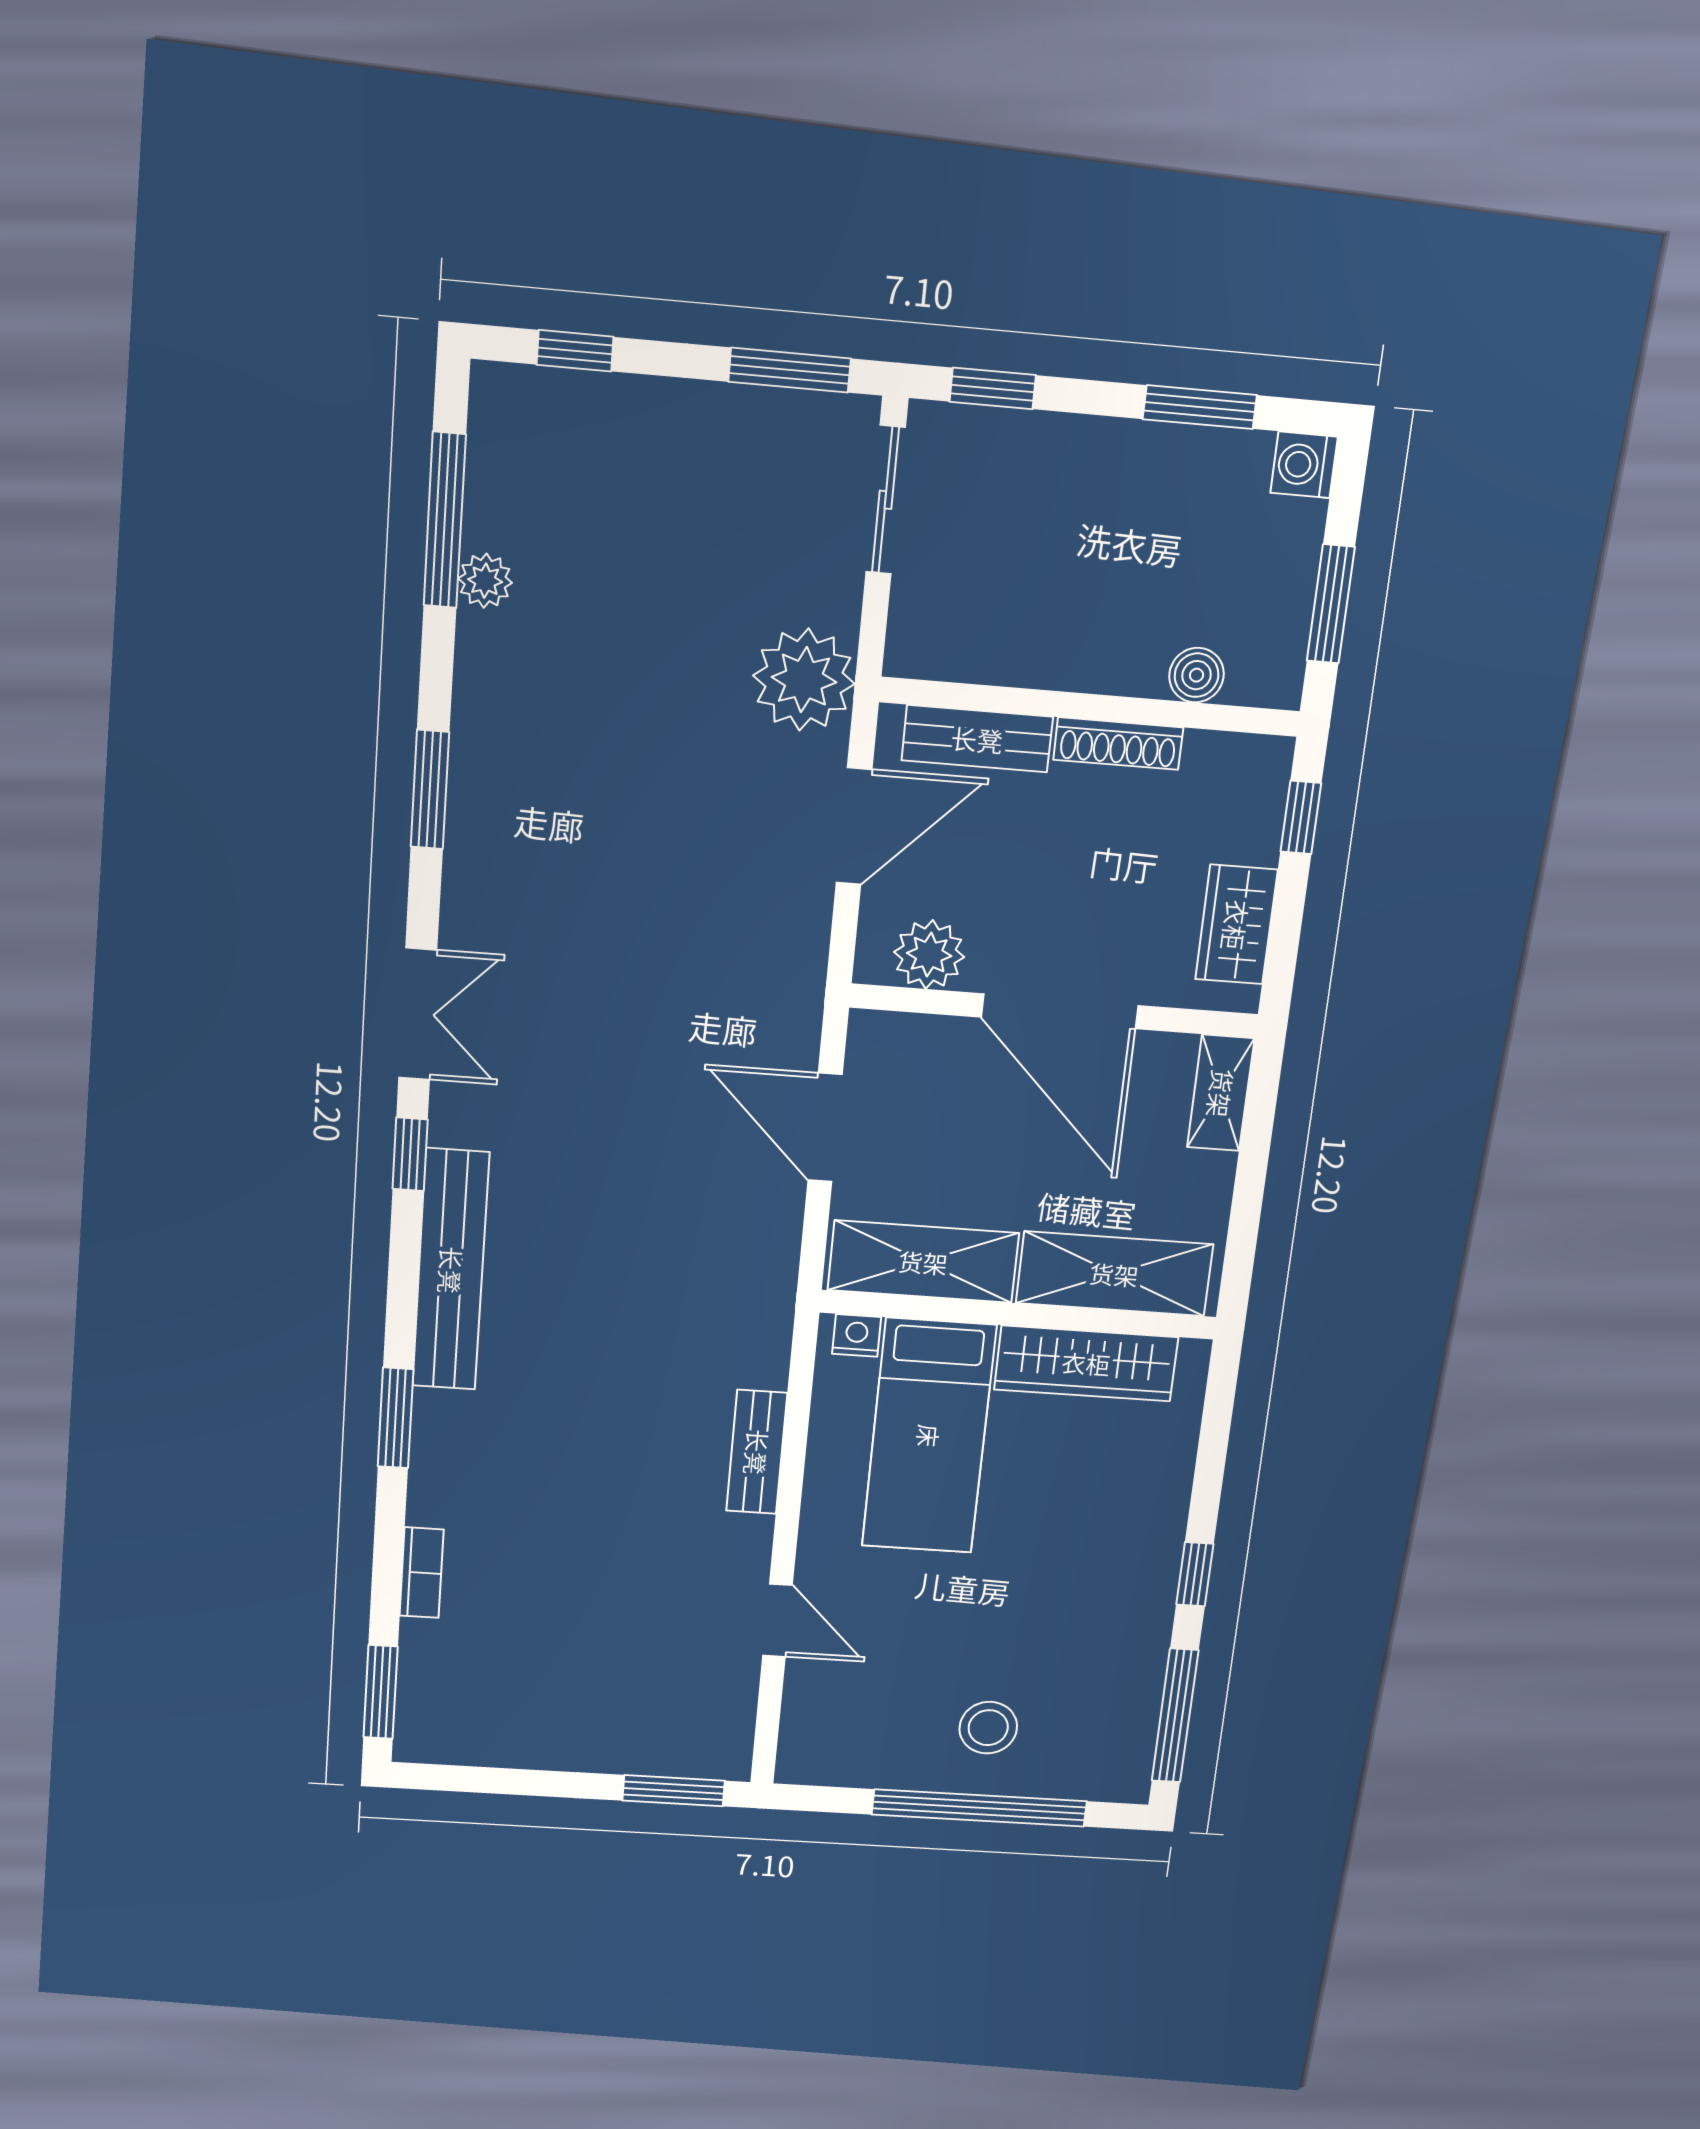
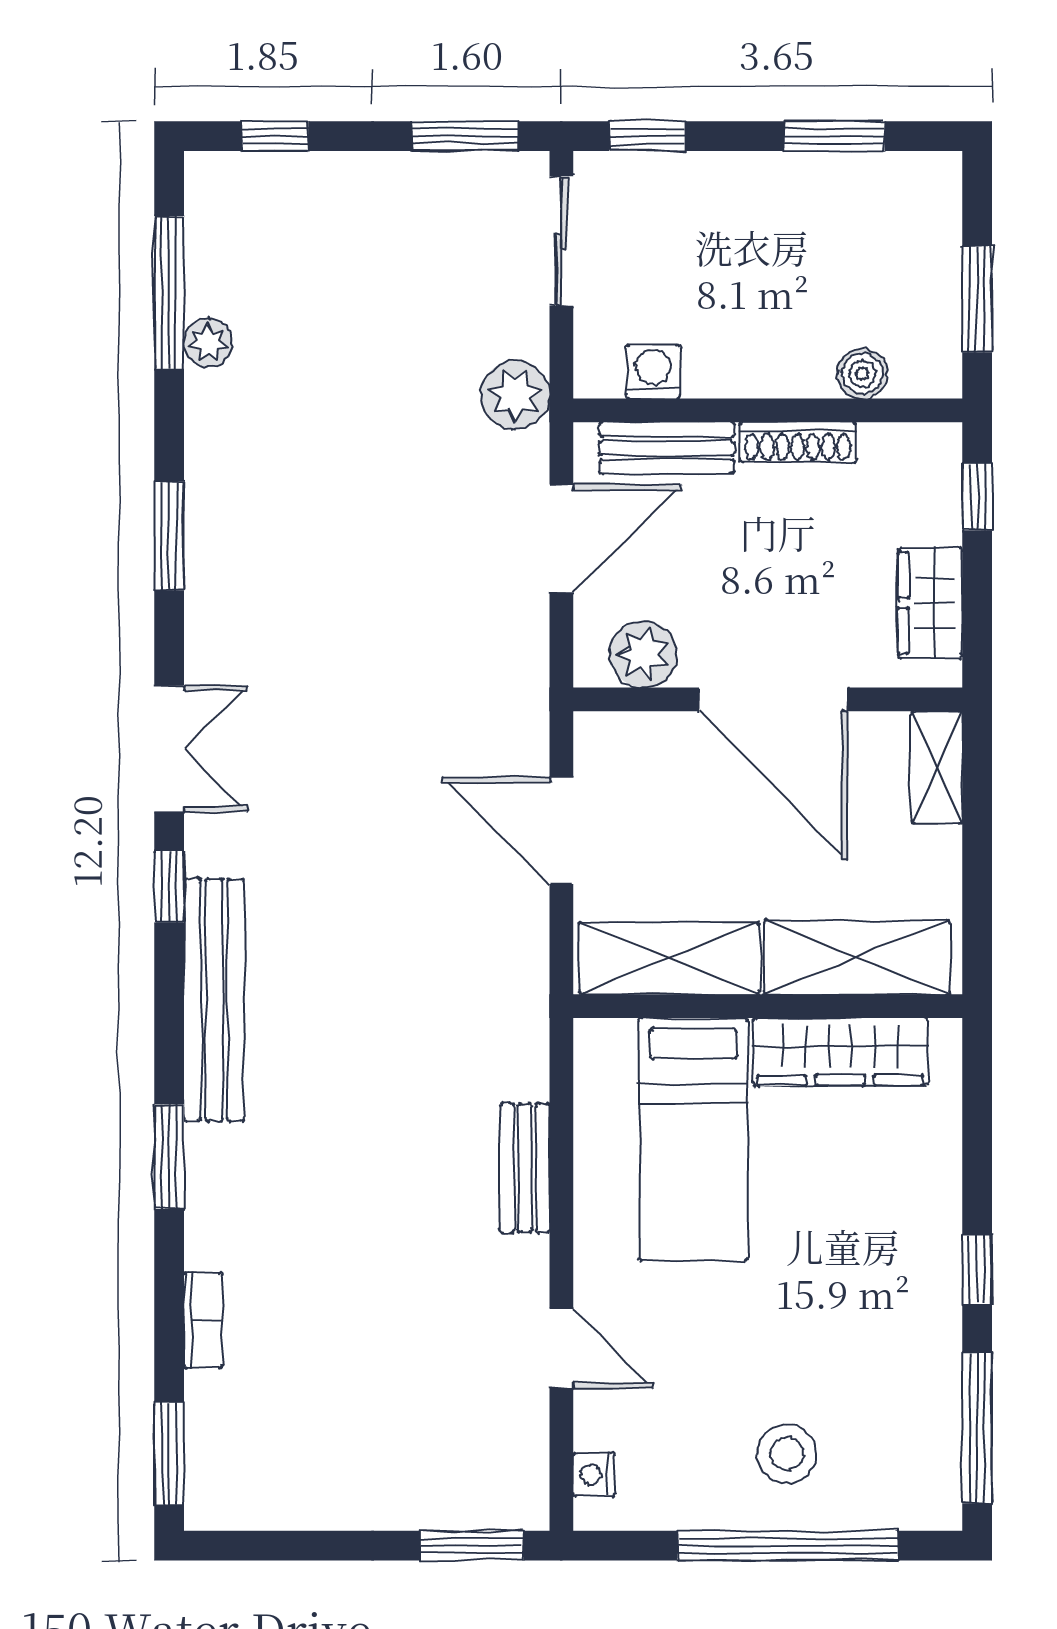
washing machine: (1304, 465) -> (653, 371), moved, turned 90
plant: (804, 680) -> (515, 395), width x0.73, depth x0.73
nightstand: (857, 1335) -> (594, 1474), moved, turned -90

